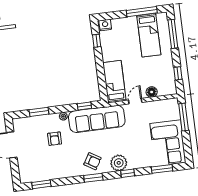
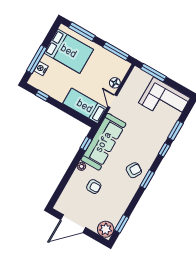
window: (142, 12) -> (37, 59), moved
nightstand: (105, 25) -> (41, 68), moved
bed: (149, 35) -> (69, 51), width x1.50
window: (178, 73) -> (116, 51), width x2.17
window: (39, 112) -> (64, 183), removed
plant: (119, 163) -> (106, 229), moved
window: (162, 169) -> (175, 130), moved

